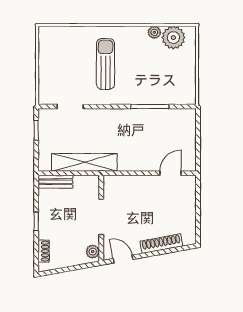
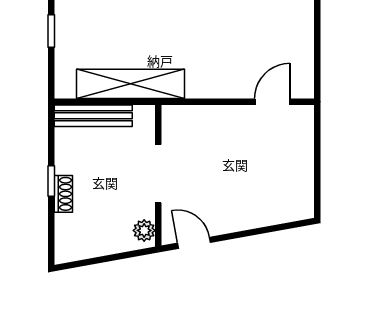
bench: (55, 182) -> (93, 116), width x1.36
shoe rack: (161, 244) -> (257, 218), removed
shoe rack: (44, 251) -> (63, 194), moved

